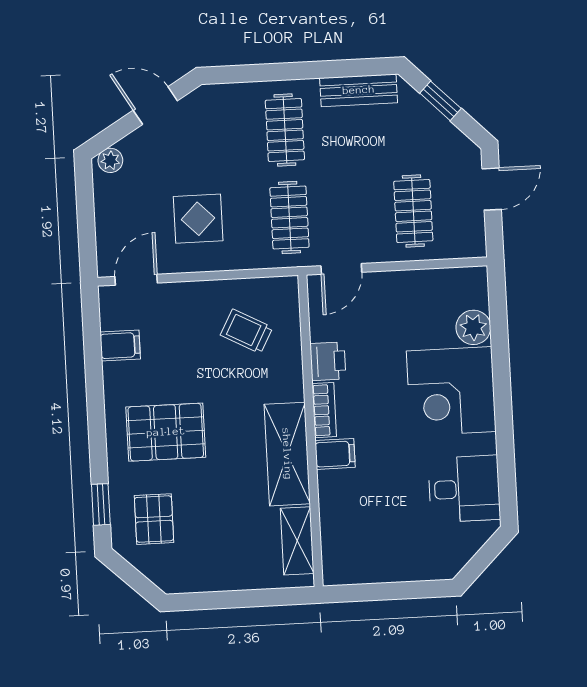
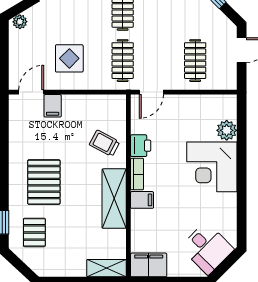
trolley: (246, 331) -> (105, 143), moved
filing cabinet: (120, 345) -> (53, 106), moved, turned 90
pallet: (166, 432) -> (44, 182), turned 90
desk: (464, 489) -> (207, 248), moved, turned 45
shelving: (297, 541) -> (106, 268), moved, turned 90
filing cabinet: (352, 564) -> (149, 265), added

